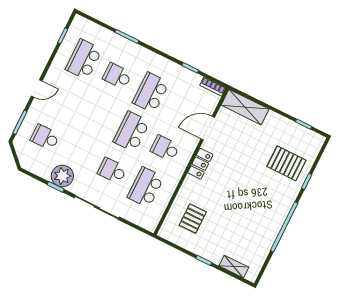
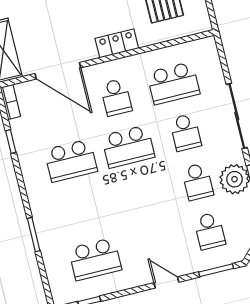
school desk: (117, 76) -> (198, 182), moved
door: (208, 128) -> (58, 71), width x1.36
locker: (200, 164) -> (117, 43), moved

